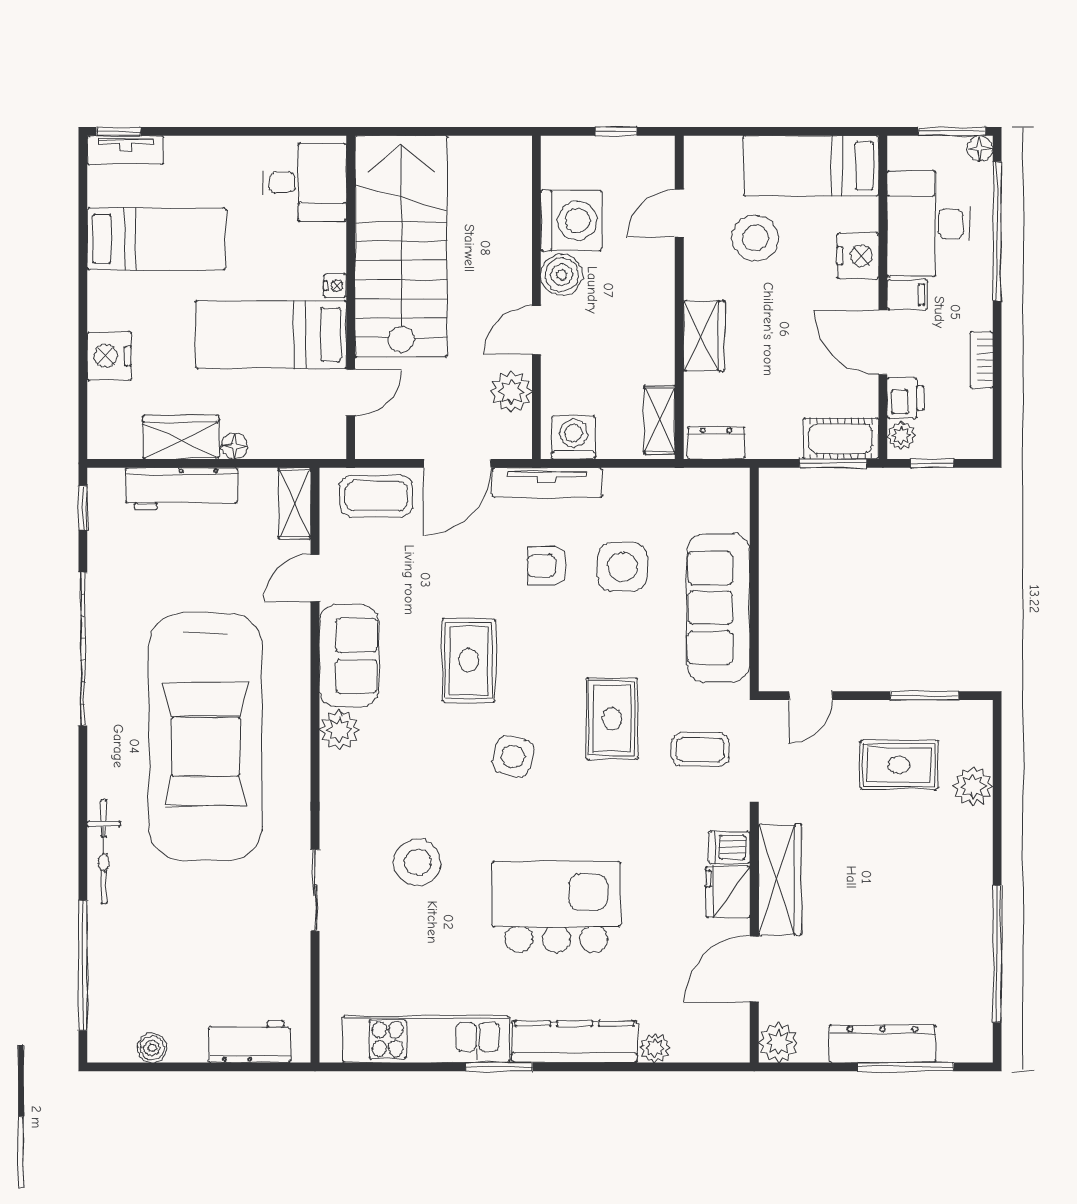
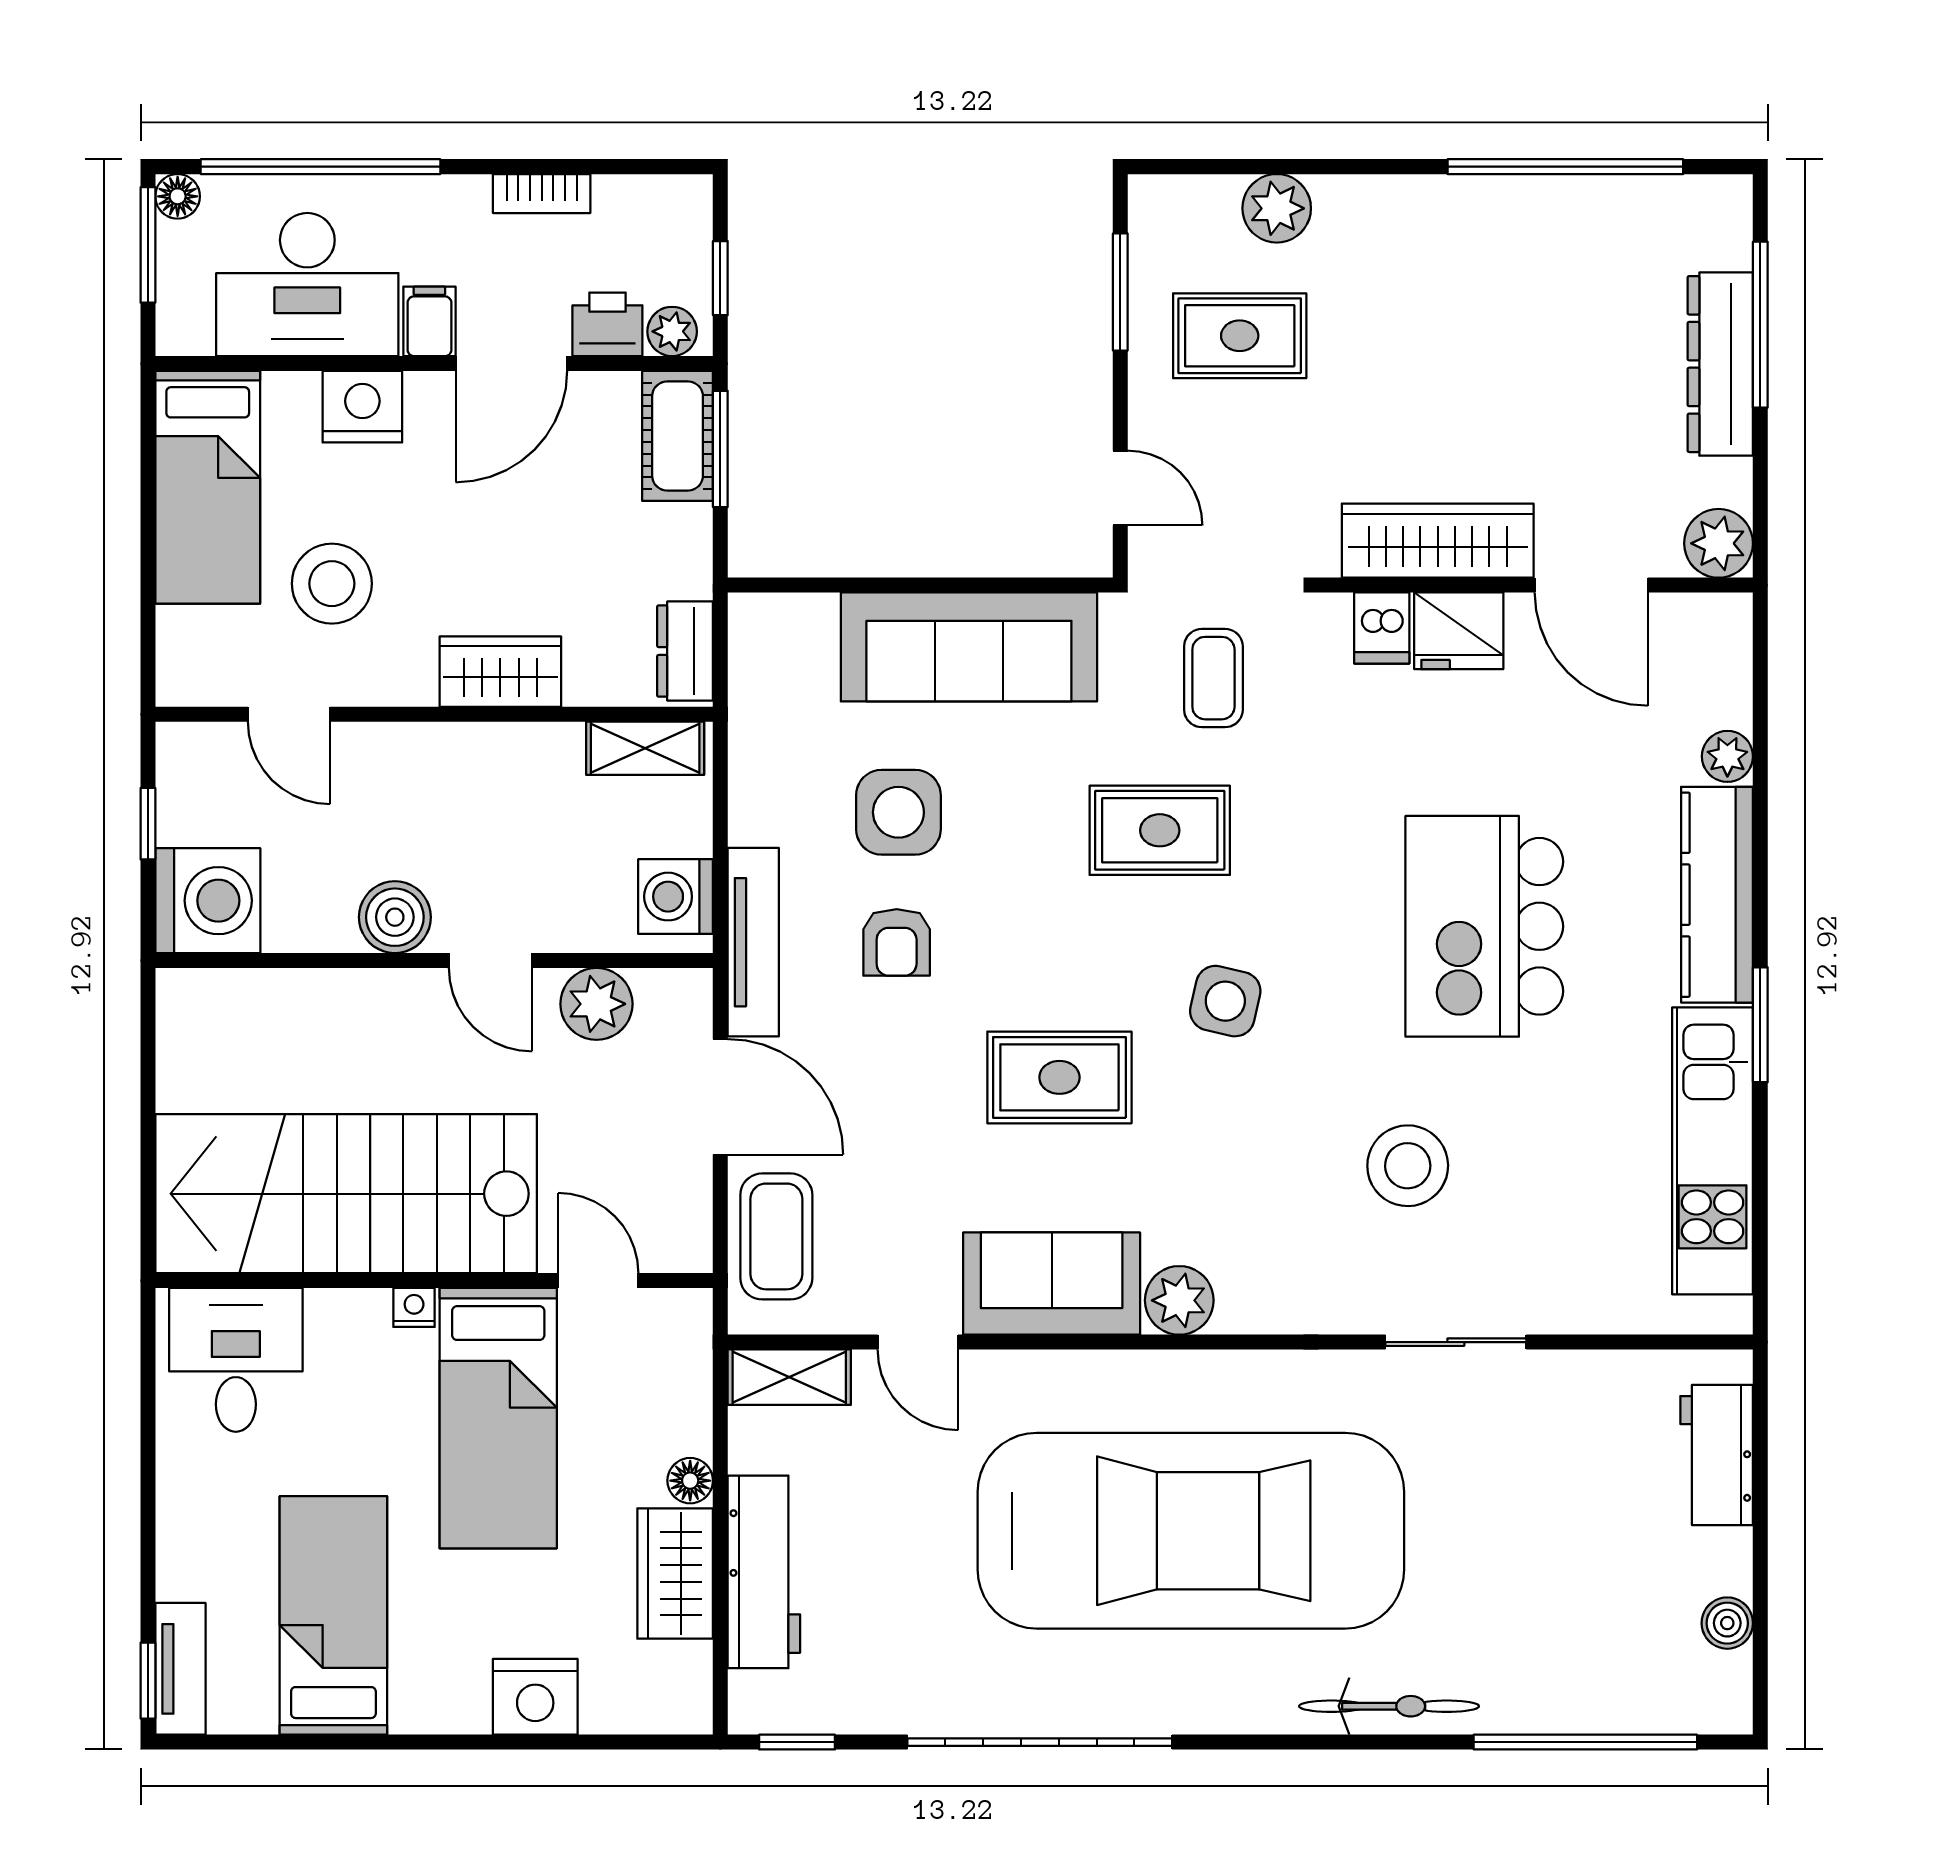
washing machine: (571, 220) -> (208, 901), moved, turned 90
rug: (899, 765) -> (1240, 336), turned 90

